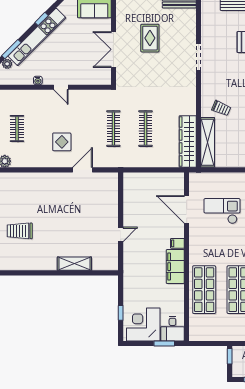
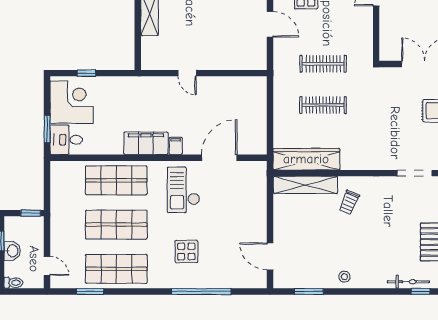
checkout: (222, 211) -> (183, 190), moved, turned 180

